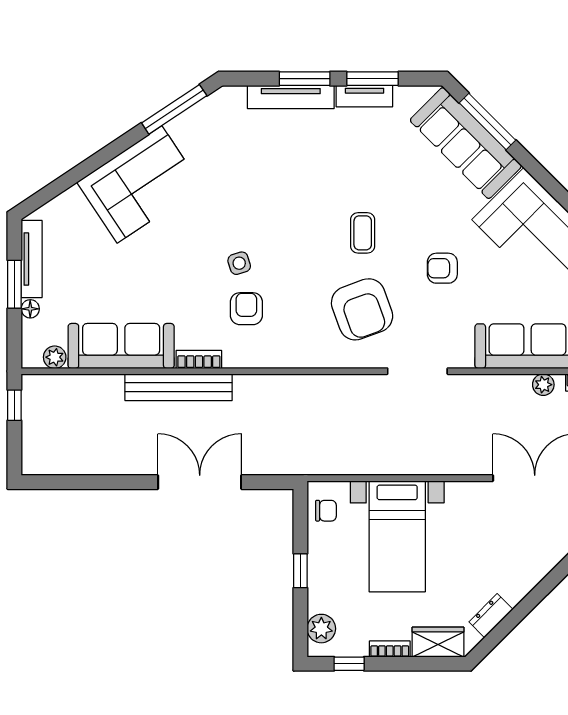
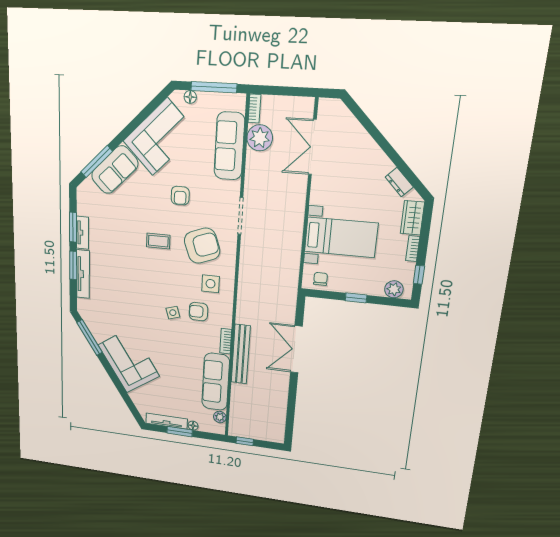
sofa: (466, 143) -> (115, 170), width x0.73
side table: (298, 327) -> (210, 284), added
plant: (543, 385) -> (260, 138), width x1.87, depth x1.87

